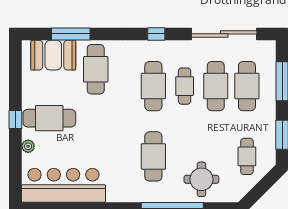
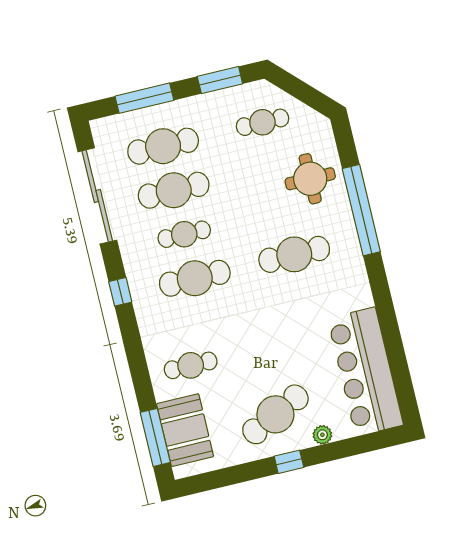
window: (71, 34) -> (155, 437), moved
cafe table: (96, 69) -> (191, 365), width x0.73, depth x0.74
cafe table: (49, 118) -> (275, 414), turned 64

